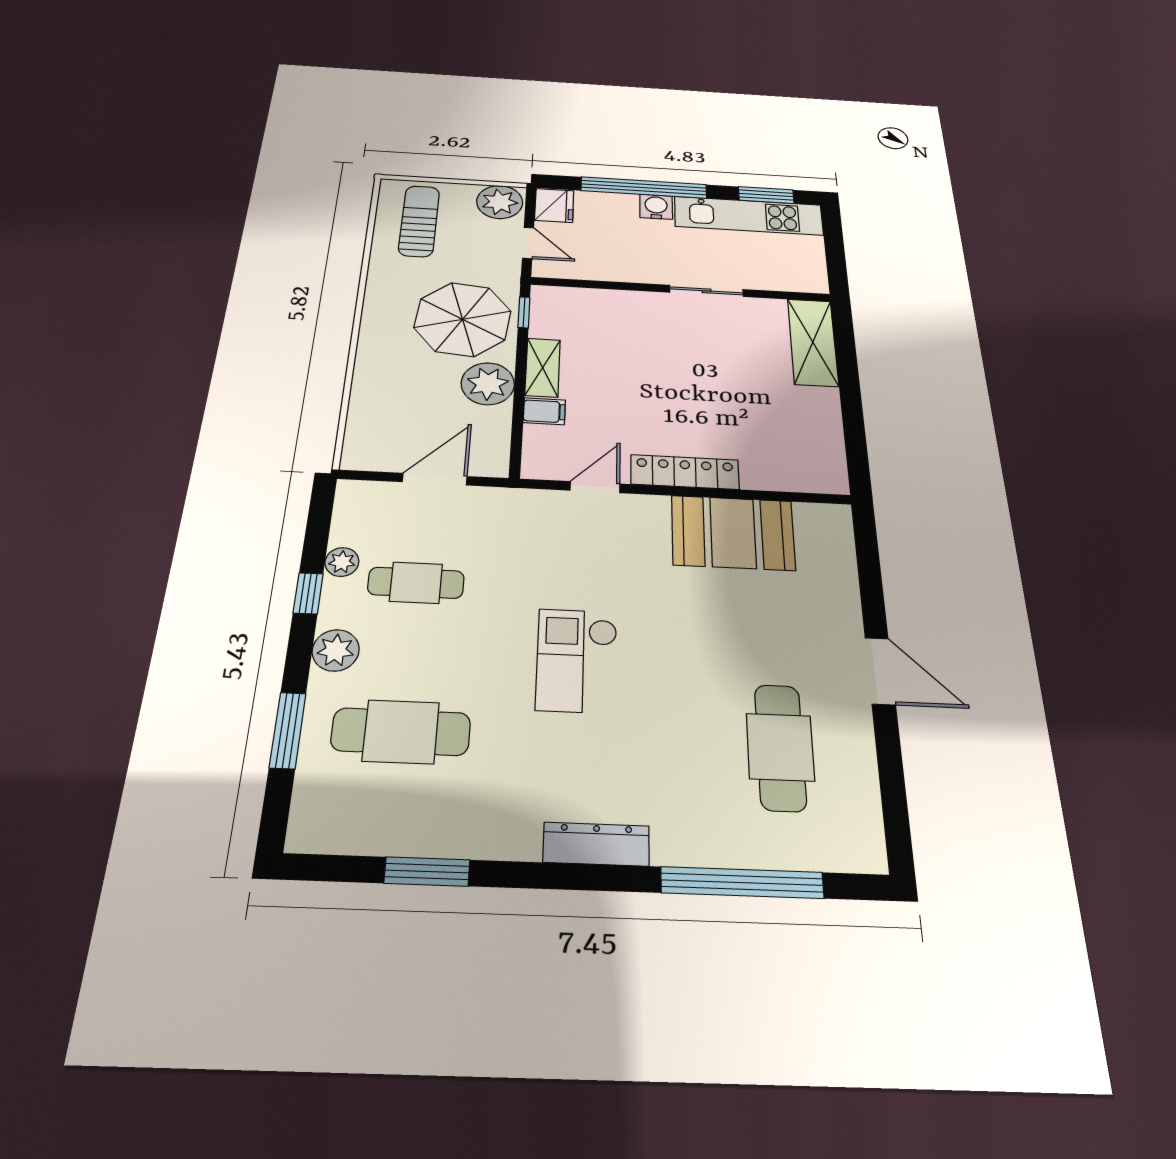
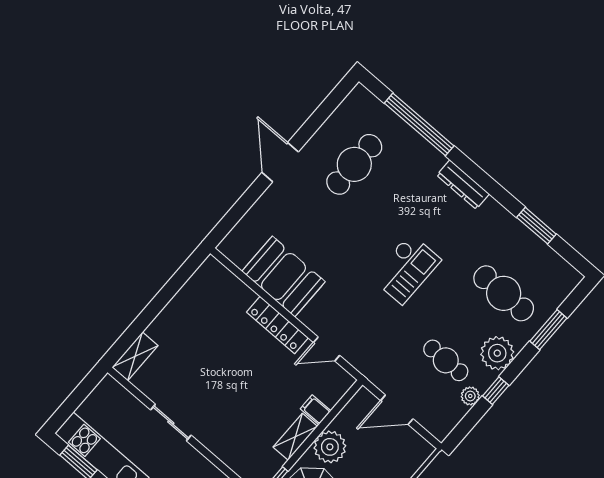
shelving: (813, 342) -> (135, 356), width x0.67, depth x0.75
plant: (336, 650) -> (497, 353), width x1.36, depth x1.36

